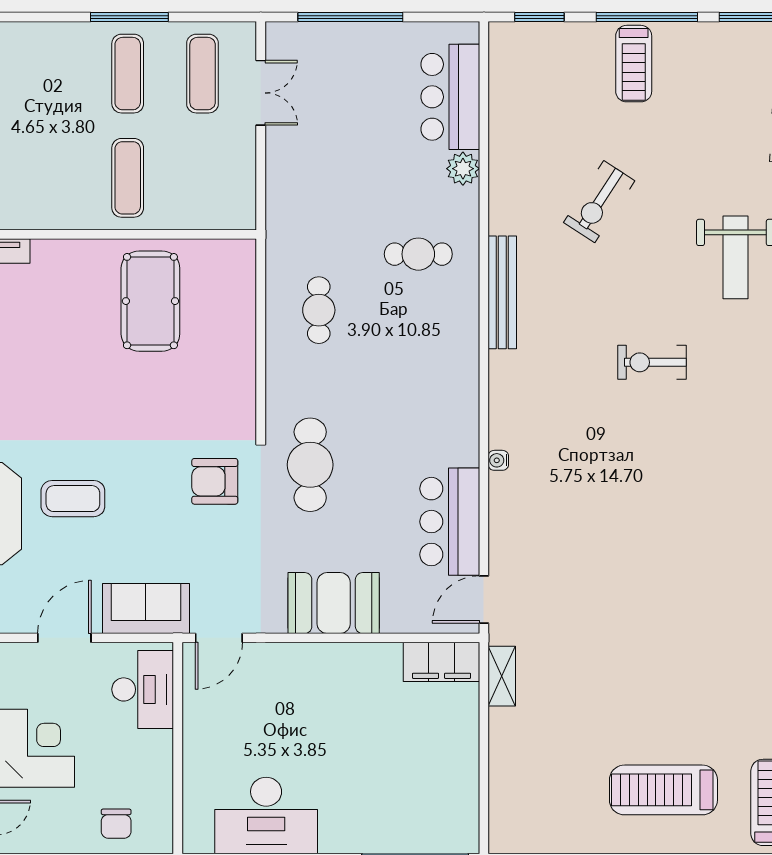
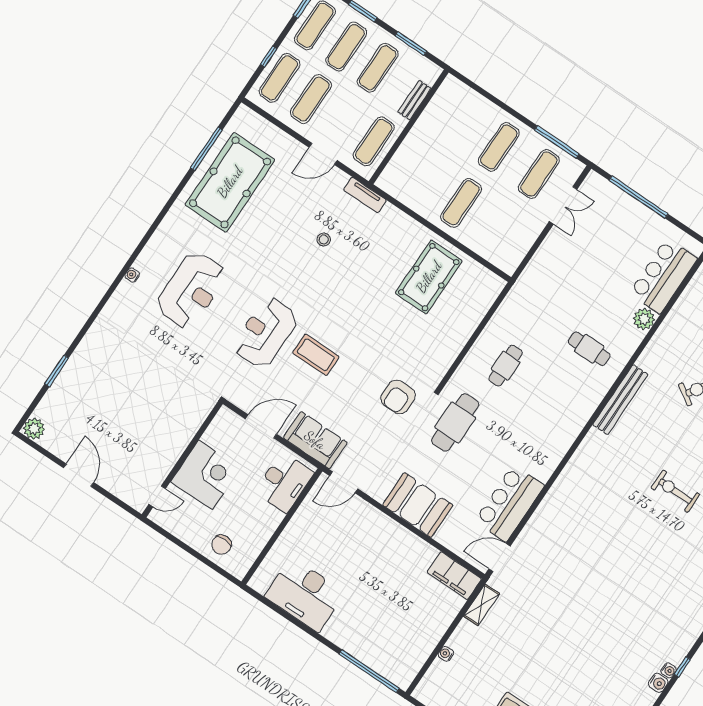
window: (129, 17) -> (557, 142), moved
cafe table: (319, 310) -> (506, 366), moved
water cooler: (498, 460) -> (446, 654), moved
armchair: (215, 481) -> (398, 397), turned -90

